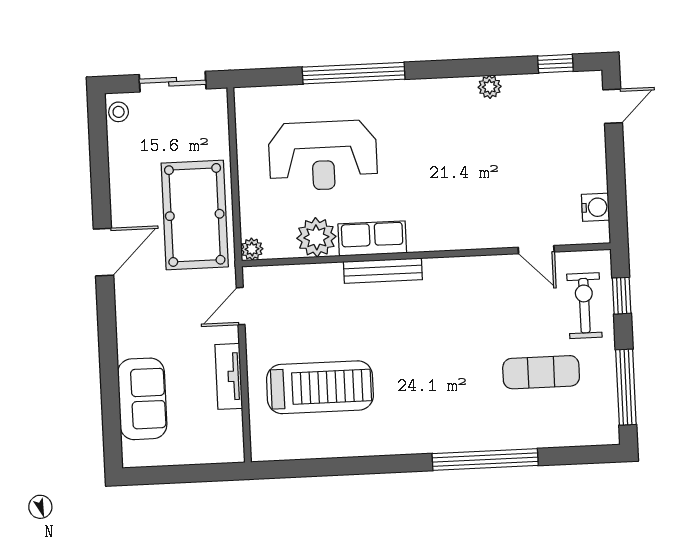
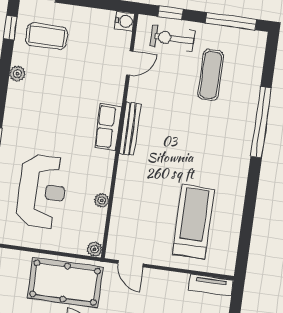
coffee table: (553, 119) -> (47, 36), added
water cooler: (595, 207) -> (125, 21), moved, turned 90
plant: (316, 237) -> (102, 200), width x0.53, depth x0.53
row of seats: (372, 238) -> (108, 127), moved
bench: (383, 271) -> (130, 129), moved
tv unit: (229, 376) -> (211, 285), moved

